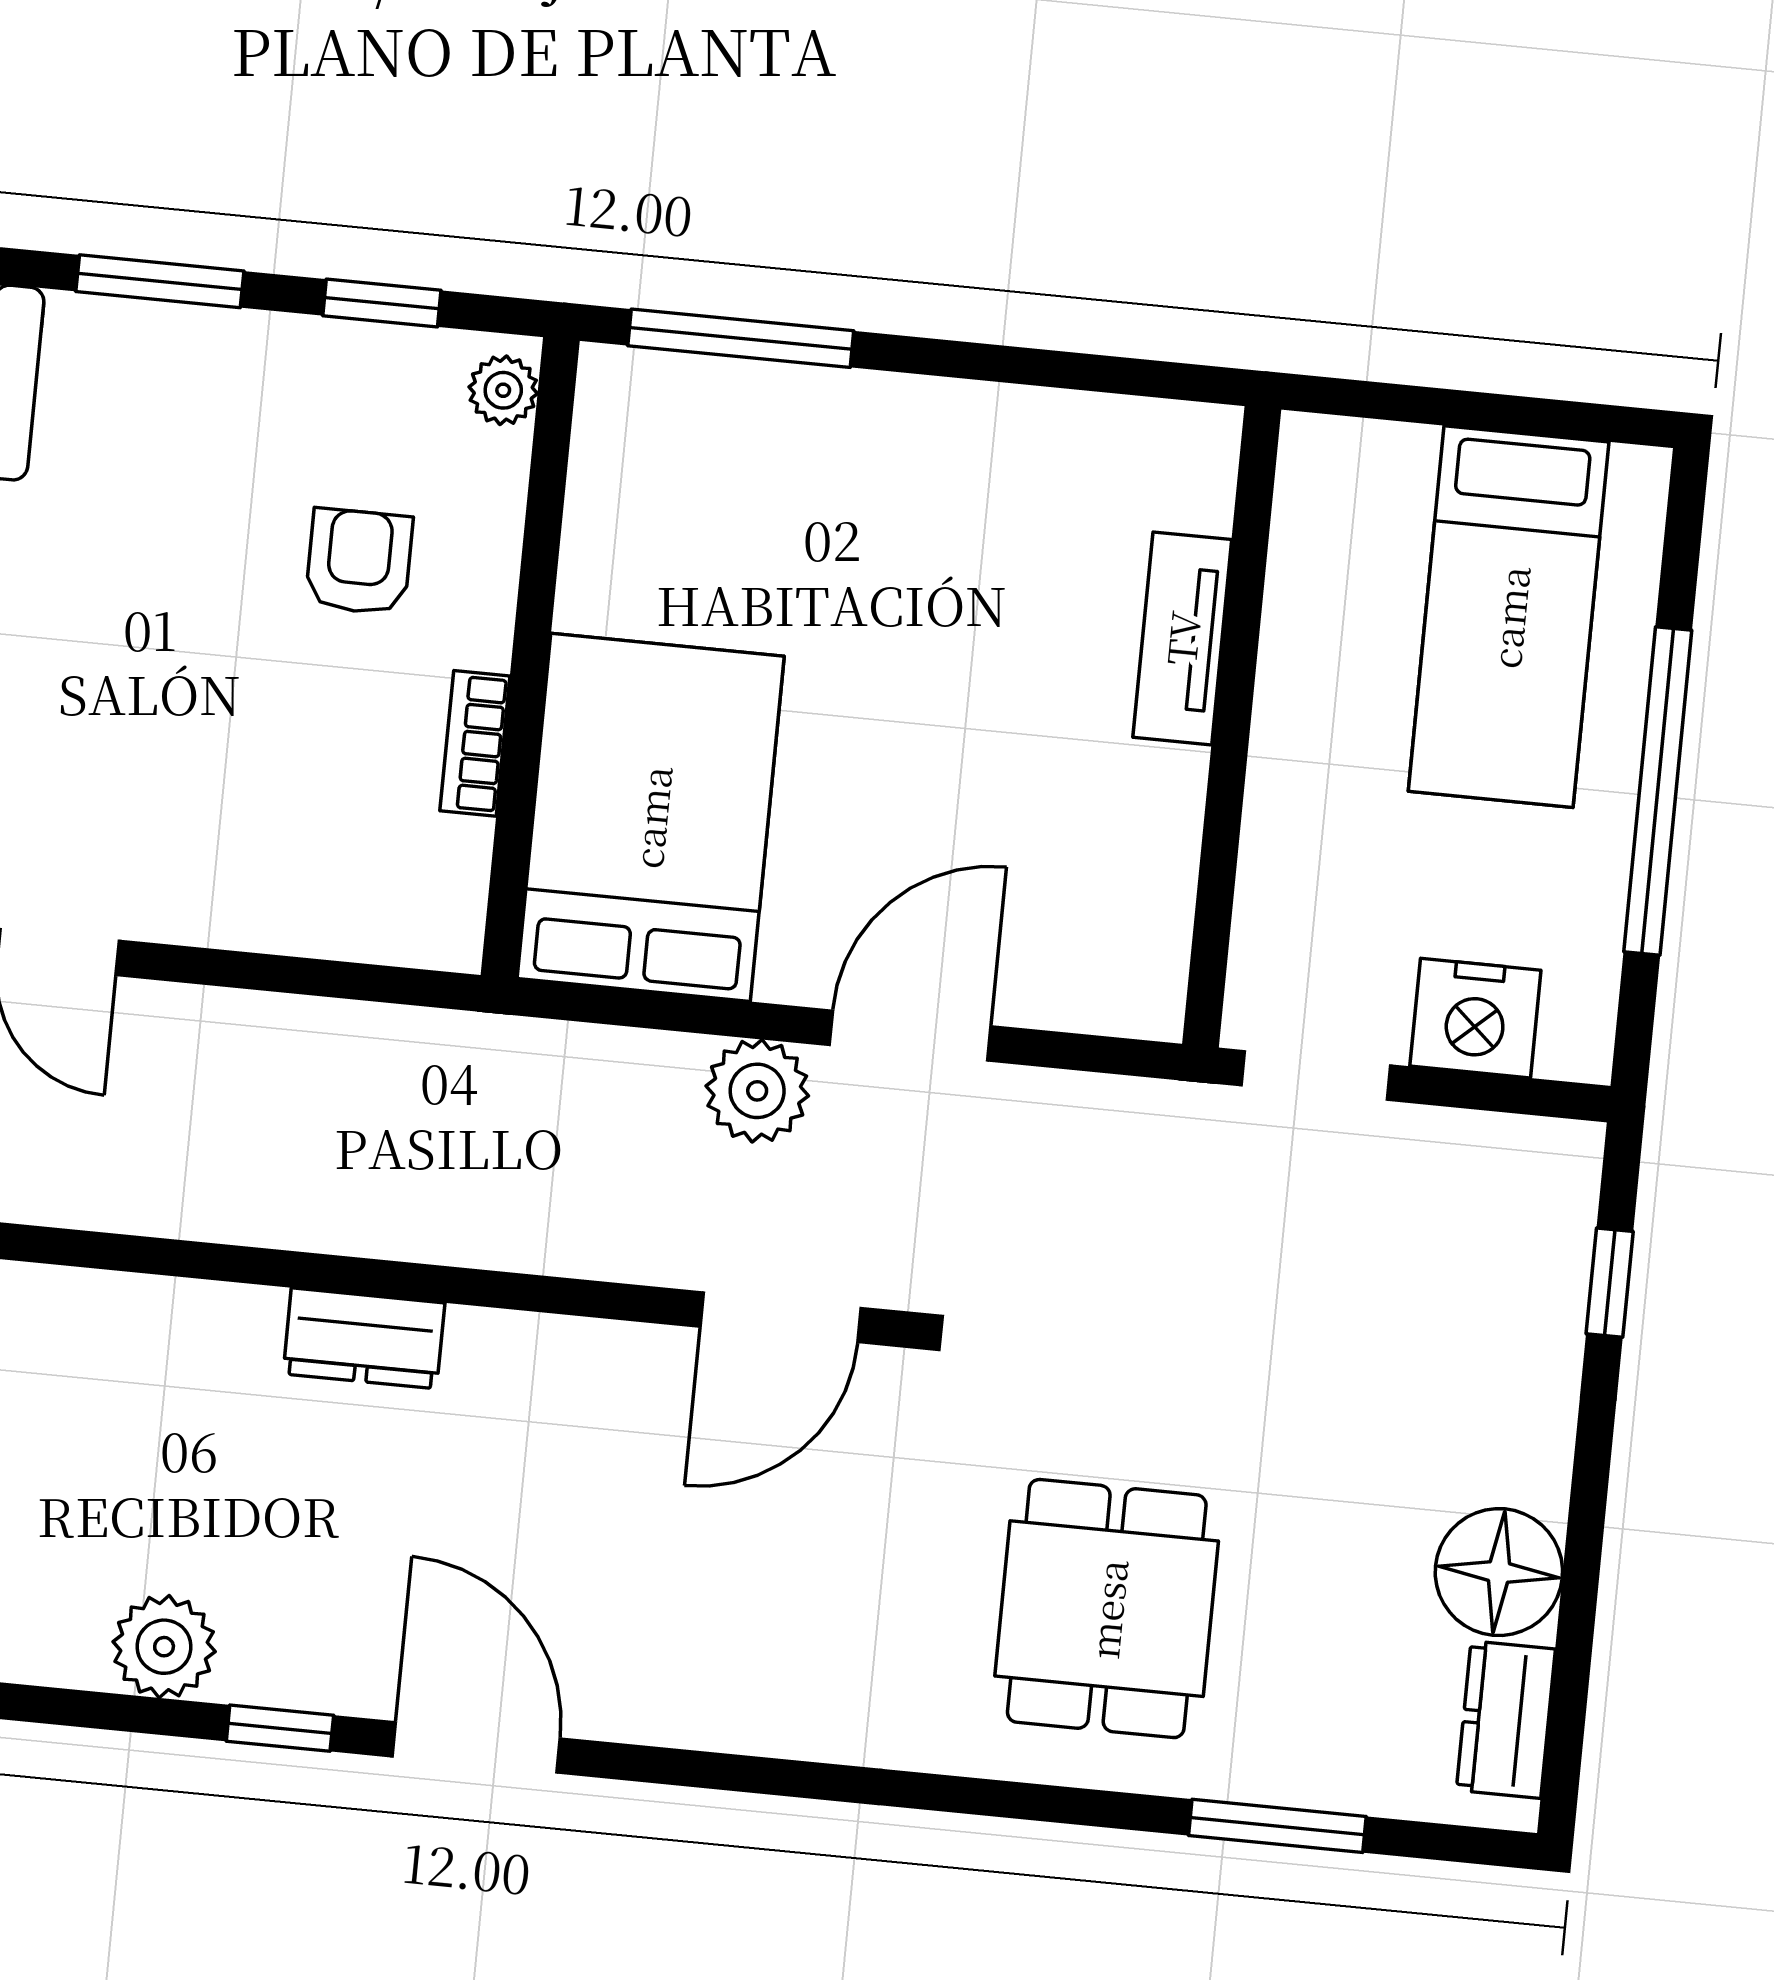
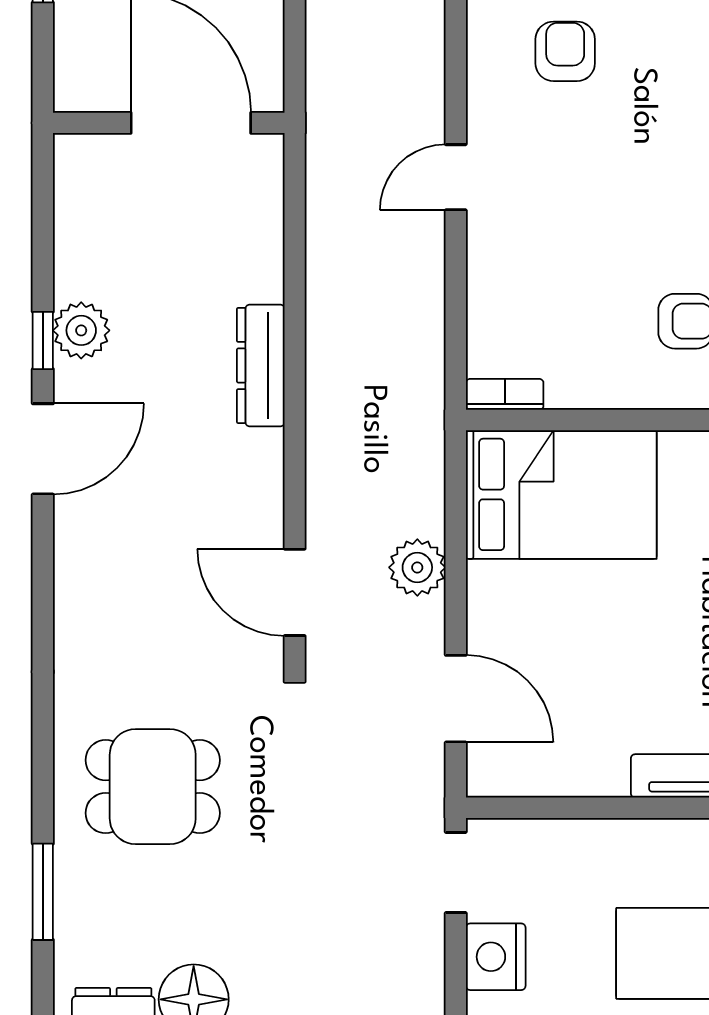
bookcase: (475, 743) -> (505, 394), moved
door: (910, 1036) -> (456, 699), moved
dresser: (364, 1338) -> (261, 365), width x1.44
plant: (164, 1647) -> (81, 330), moved

